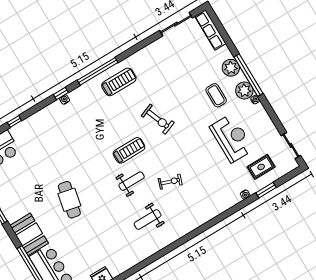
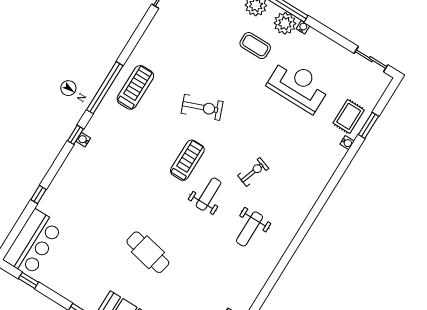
rug: (261, 167) -> (349, 116), moved

